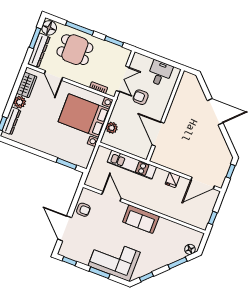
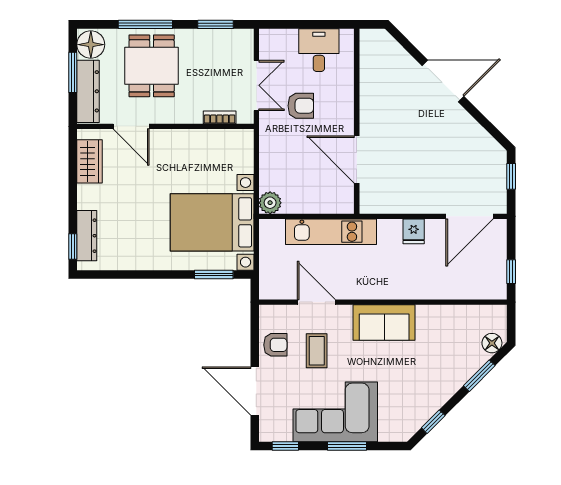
dining table: (75, 50) -> (152, 66), turned 90
armchair: (141, 97) -> (301, 106), turned 180
plant: (20, 102) -> (89, 197), removed
bed with nightstands: (84, 115) -> (212, 222), moved
plant: (112, 128) -> (270, 203), moved
coffee table: (103, 220) -> (317, 351), added
corner sofa: (114, 259) -> (335, 412), moved

